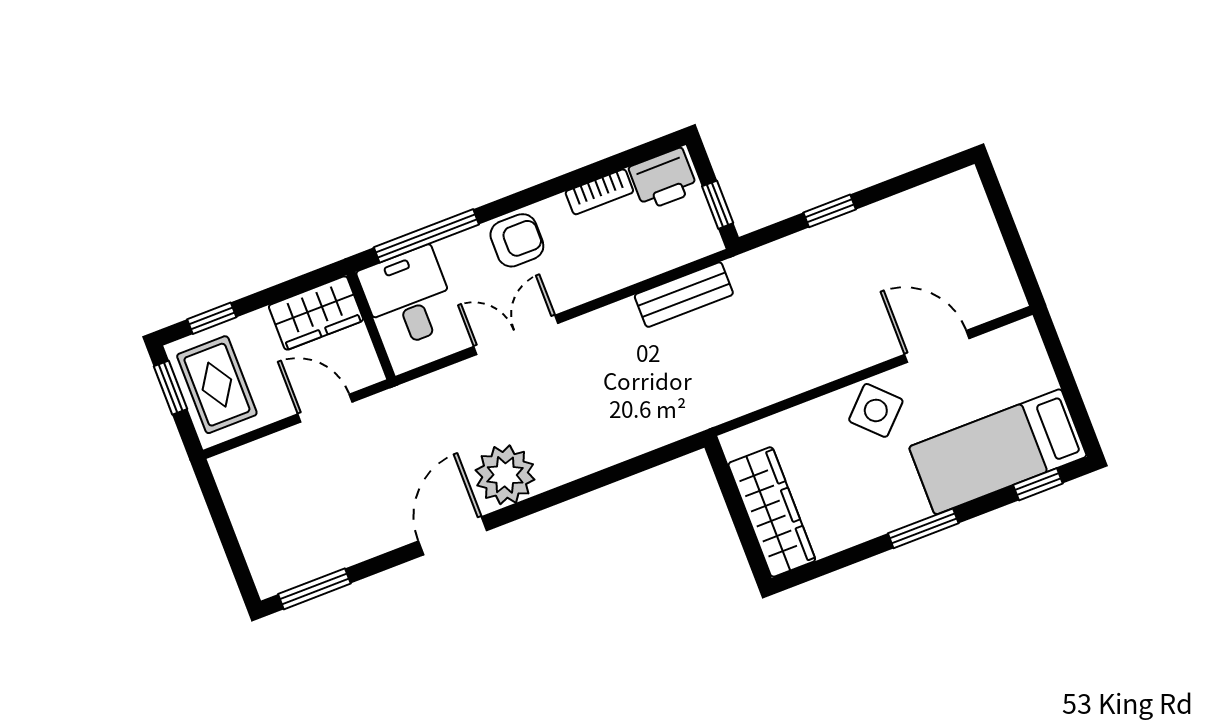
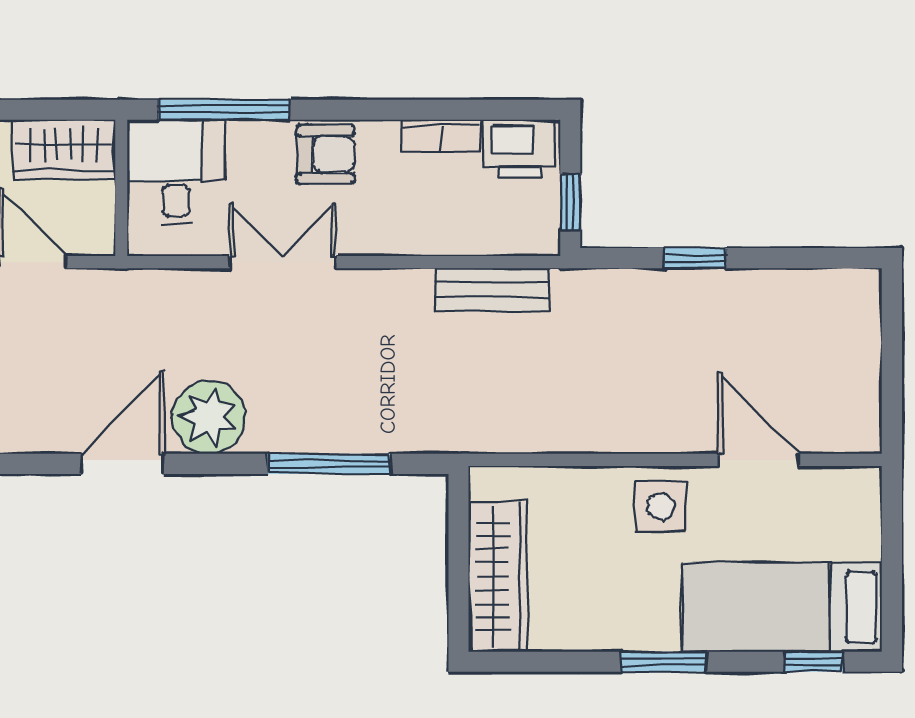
side table: (876, 410) -> (661, 506), turned 45
window: (610, 475) -> (329, 464), added

